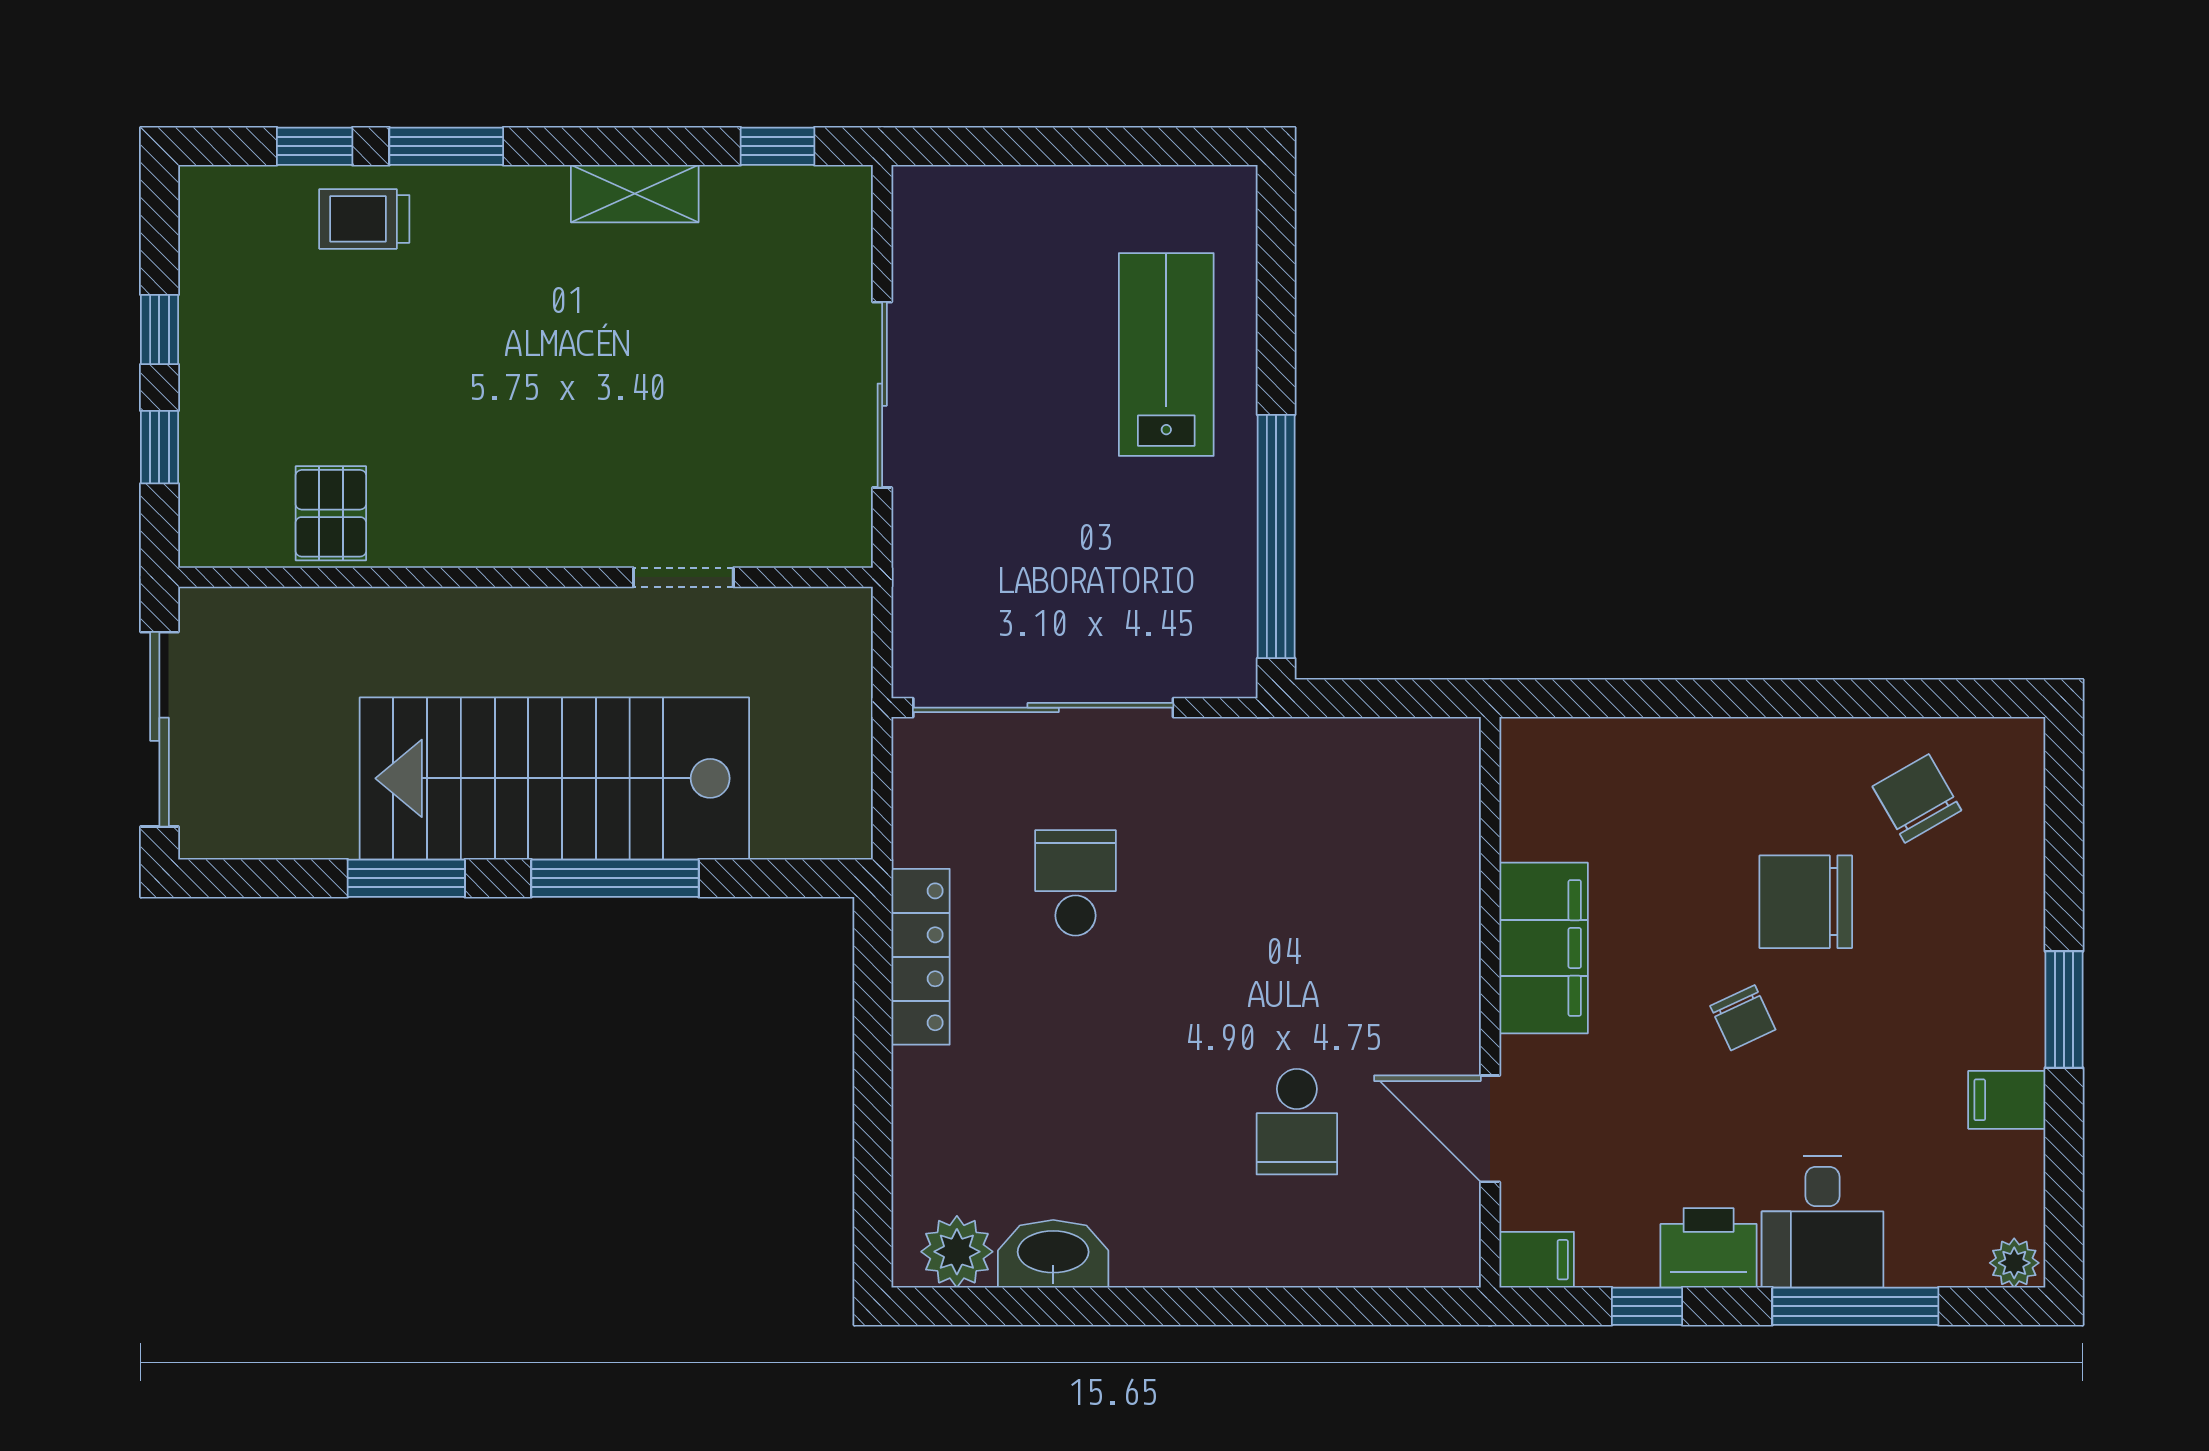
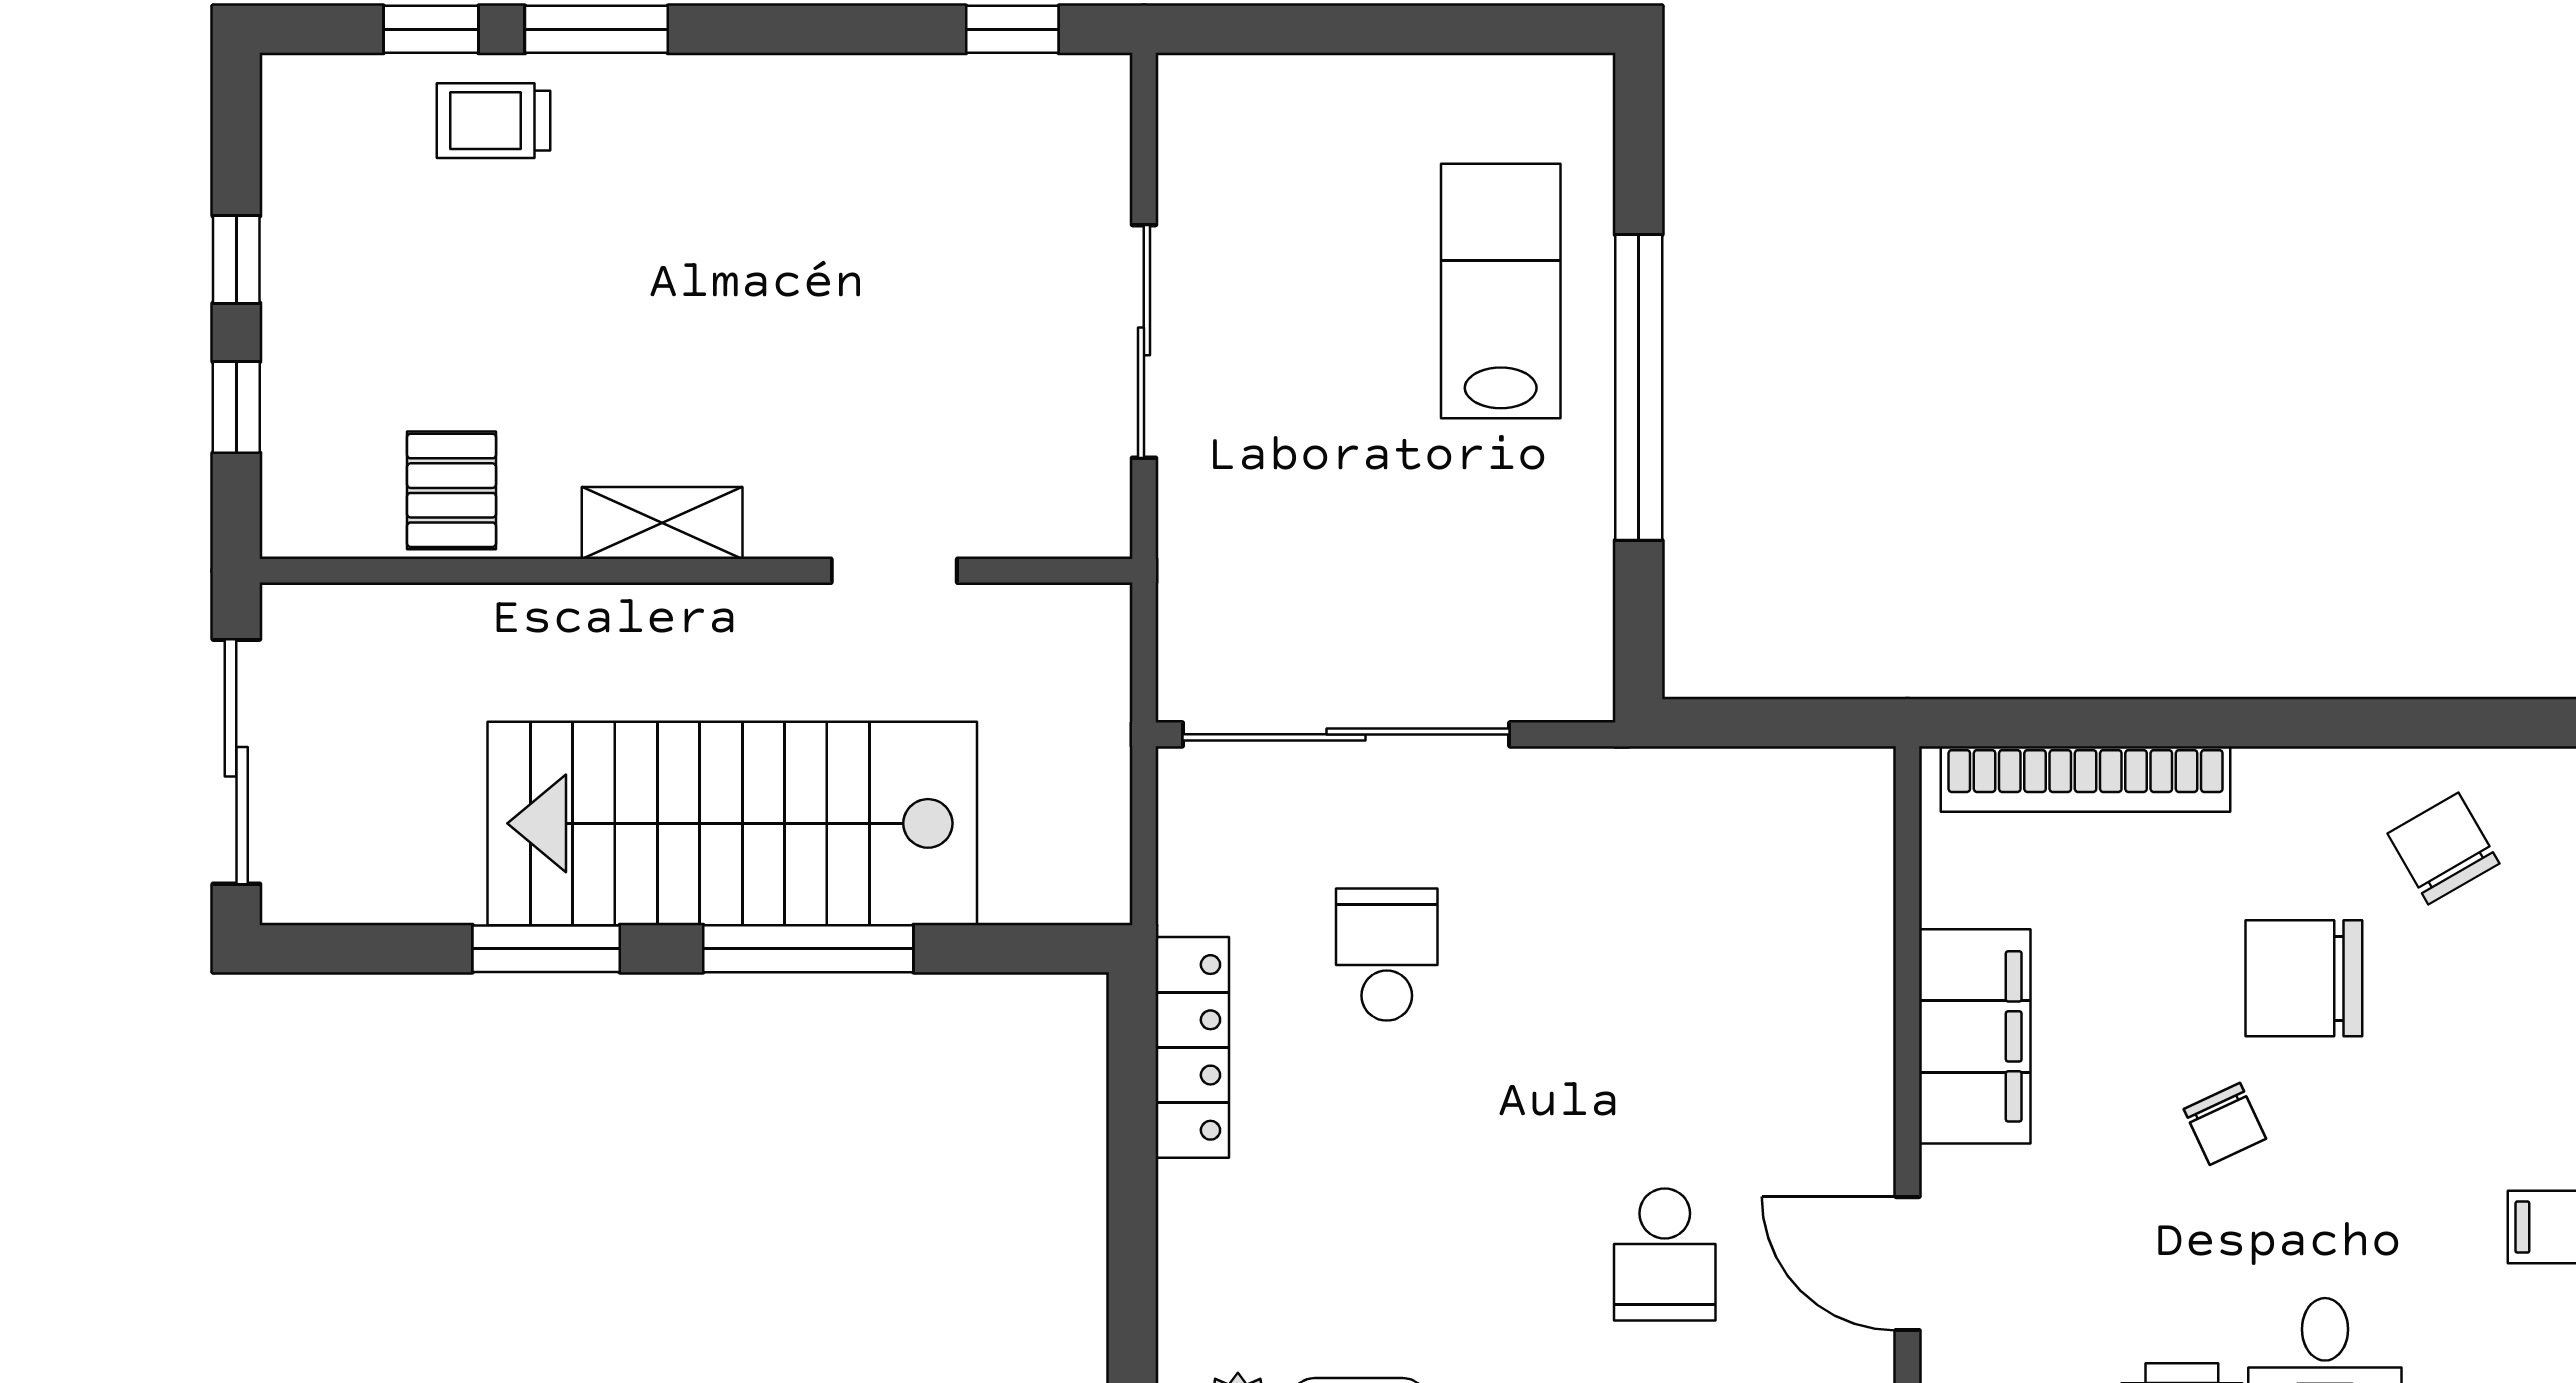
shelving: (635, 194) -> (662, 523), moved
window: (1276, 536) -> (1639, 387), moved
bookcase: (1632, 743) -> (2086, 779), added

